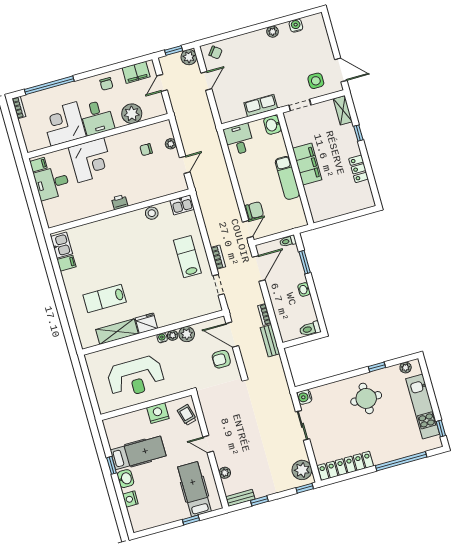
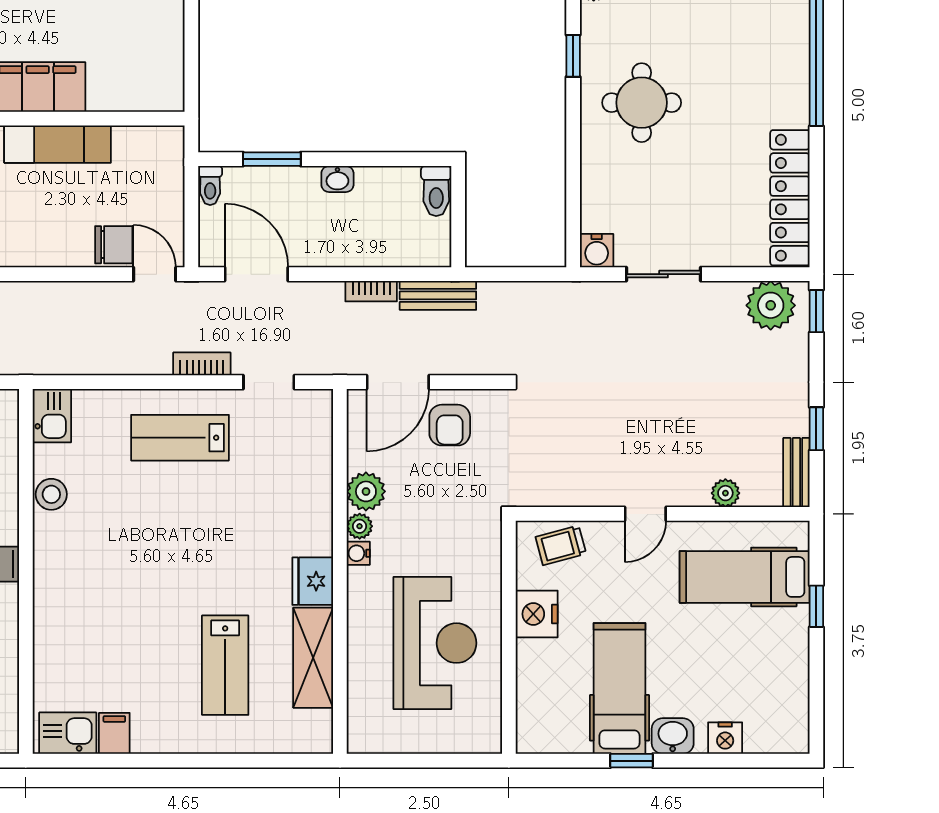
chair: (255, 210) -> (114, 245), turned 90

